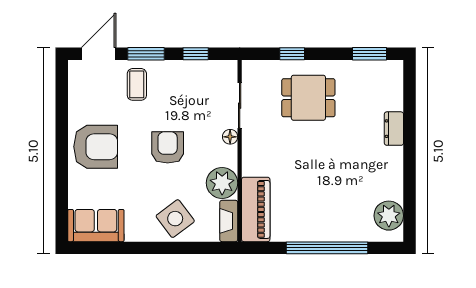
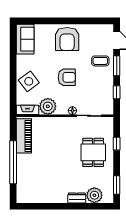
piano: (256, 209) -> (24, 136), moved, turned -90
plant: (389, 216) -> (94, 195), moved

